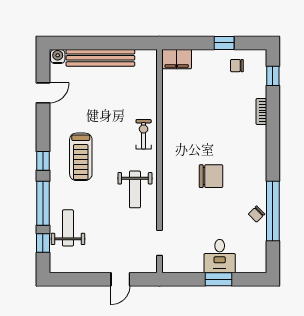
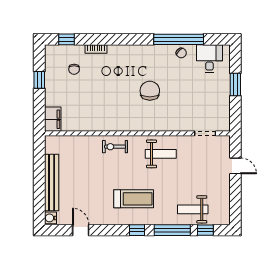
chair: (237, 66) -> (74, 69), moved
desk: (220, 256) -> (209, 59), moved, turned -90

